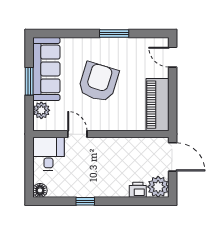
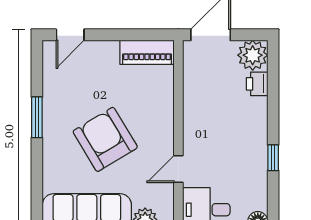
armchair: (98, 82) -> (105, 139), turned 42
piano: (157, 105) -> (147, 52), width x0.73, depth x0.75

